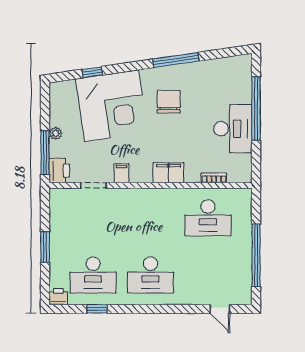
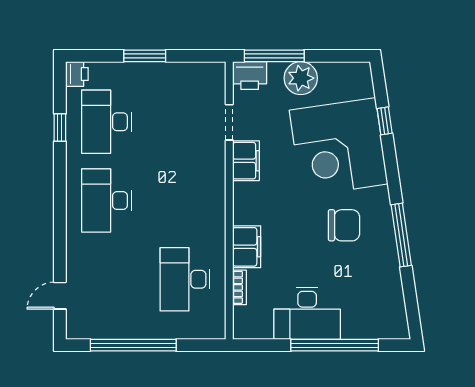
plant: (56, 133) -> (301, 78), width x1.88, depth x1.88
filing cabinet: (121, 173) -> (246, 161), width x2.00
filing cabinet: (168, 173) -> (247, 247), moved

